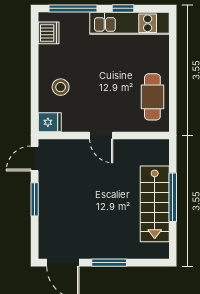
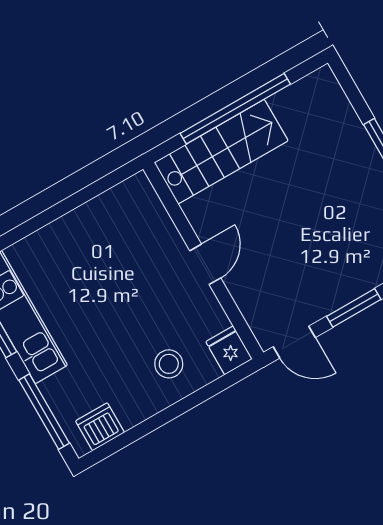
cafe table: (152, 97) -> (106, 222), removed
window: (173, 197) -> (235, 109), width x1.46
stairs: (155, 204) -> (221, 152), moved

